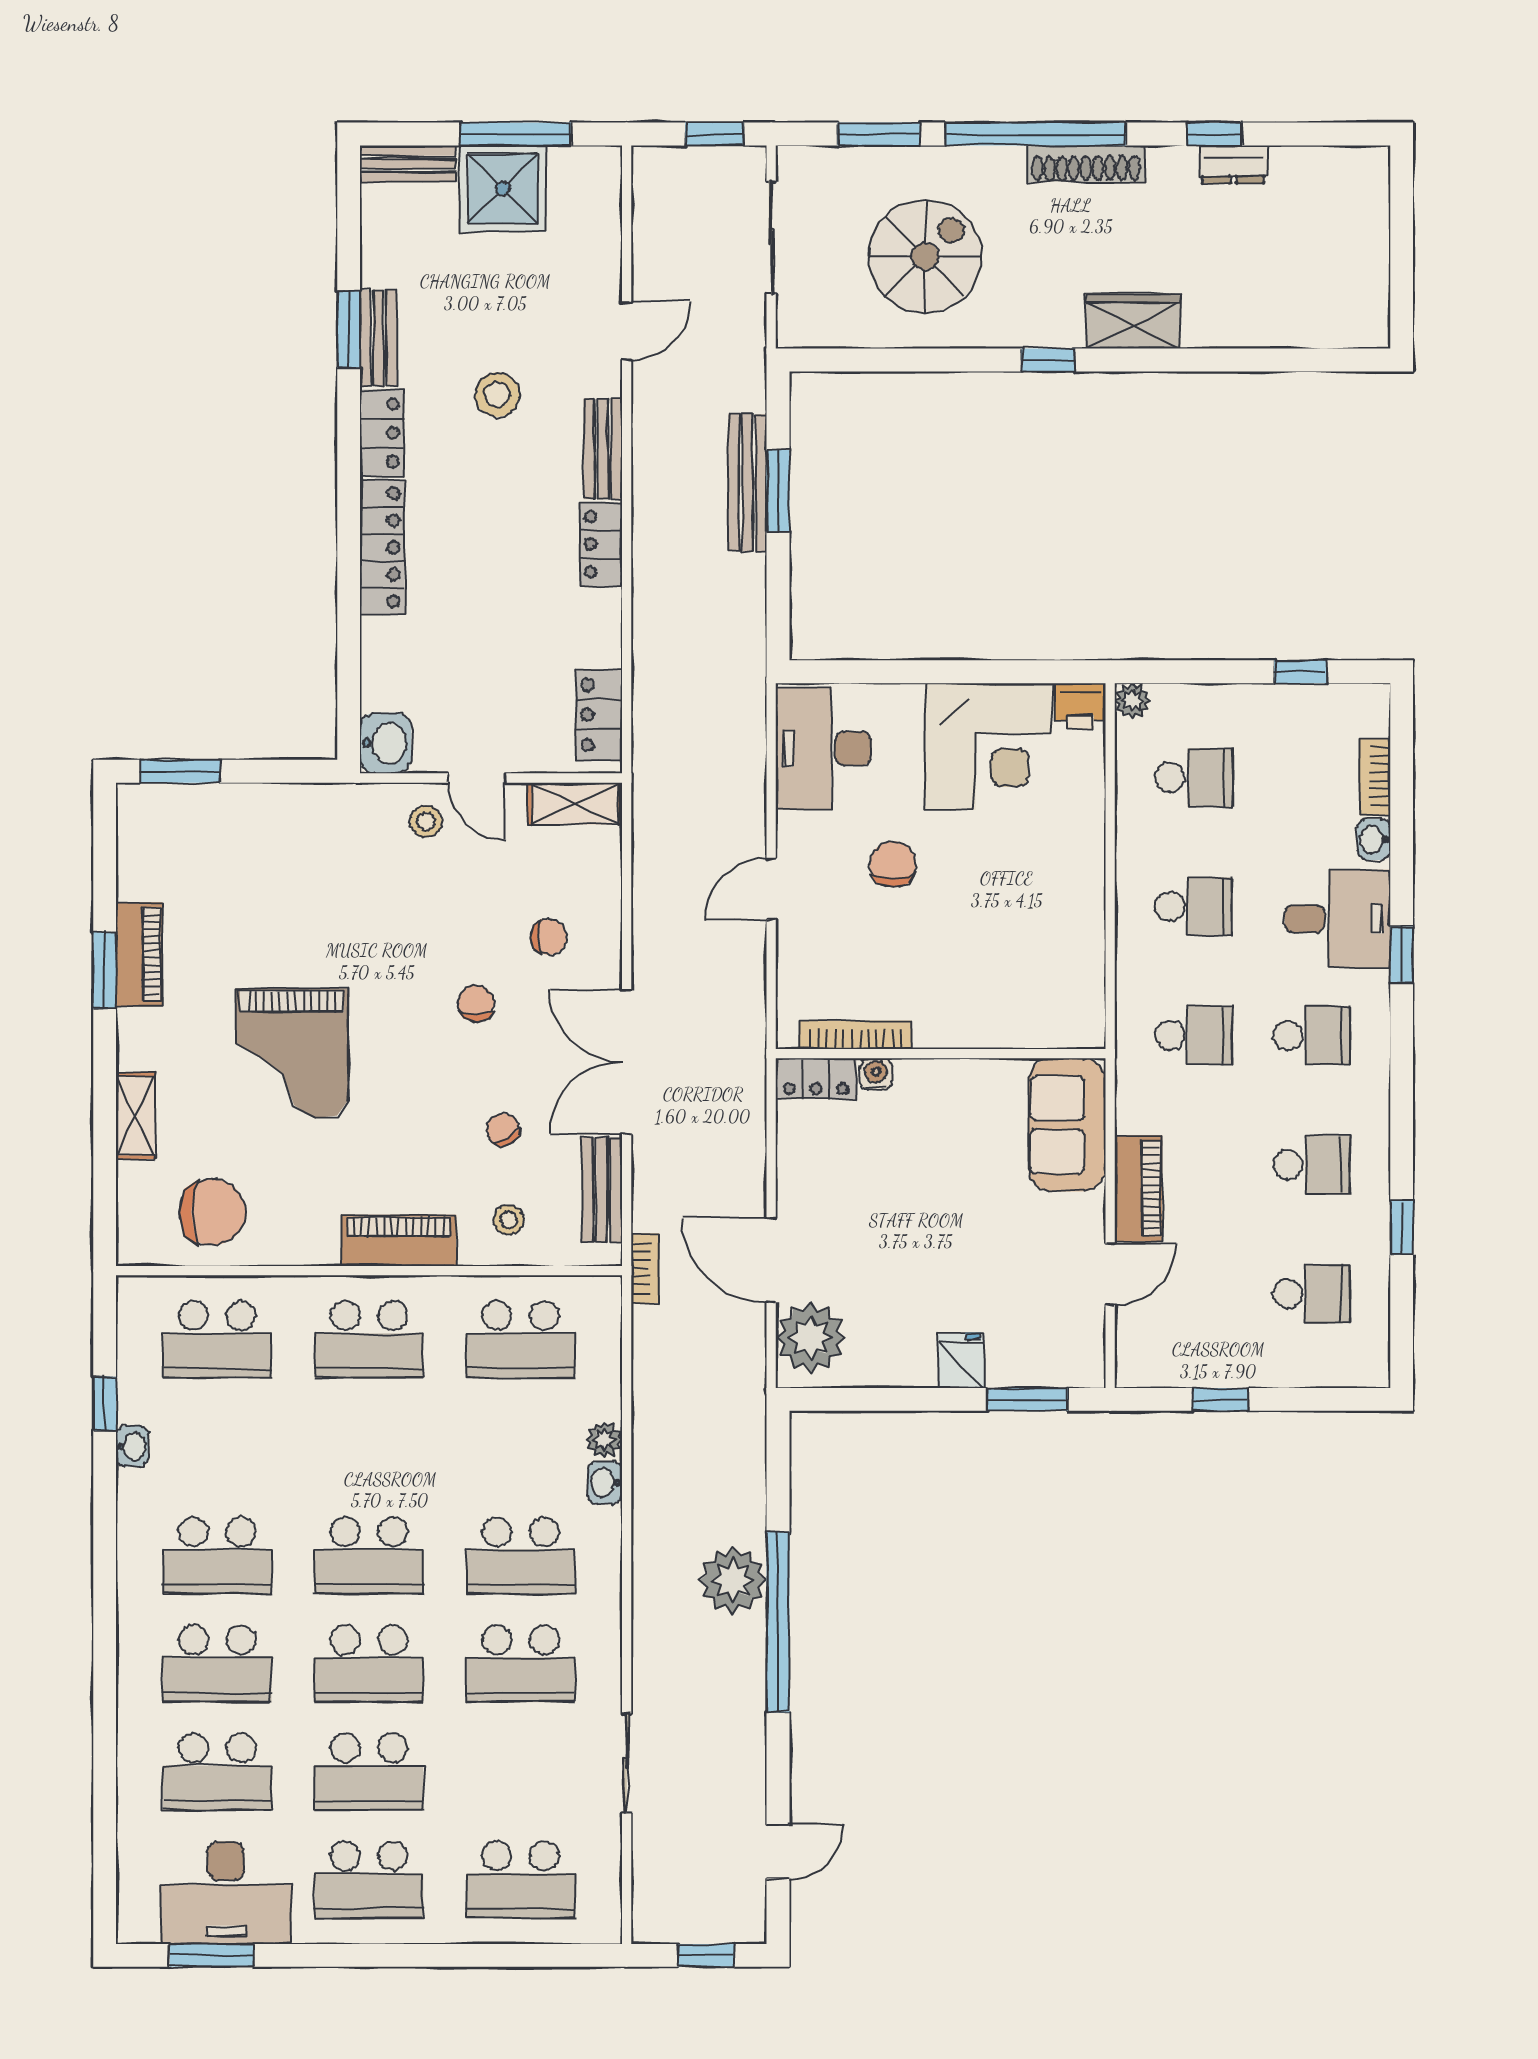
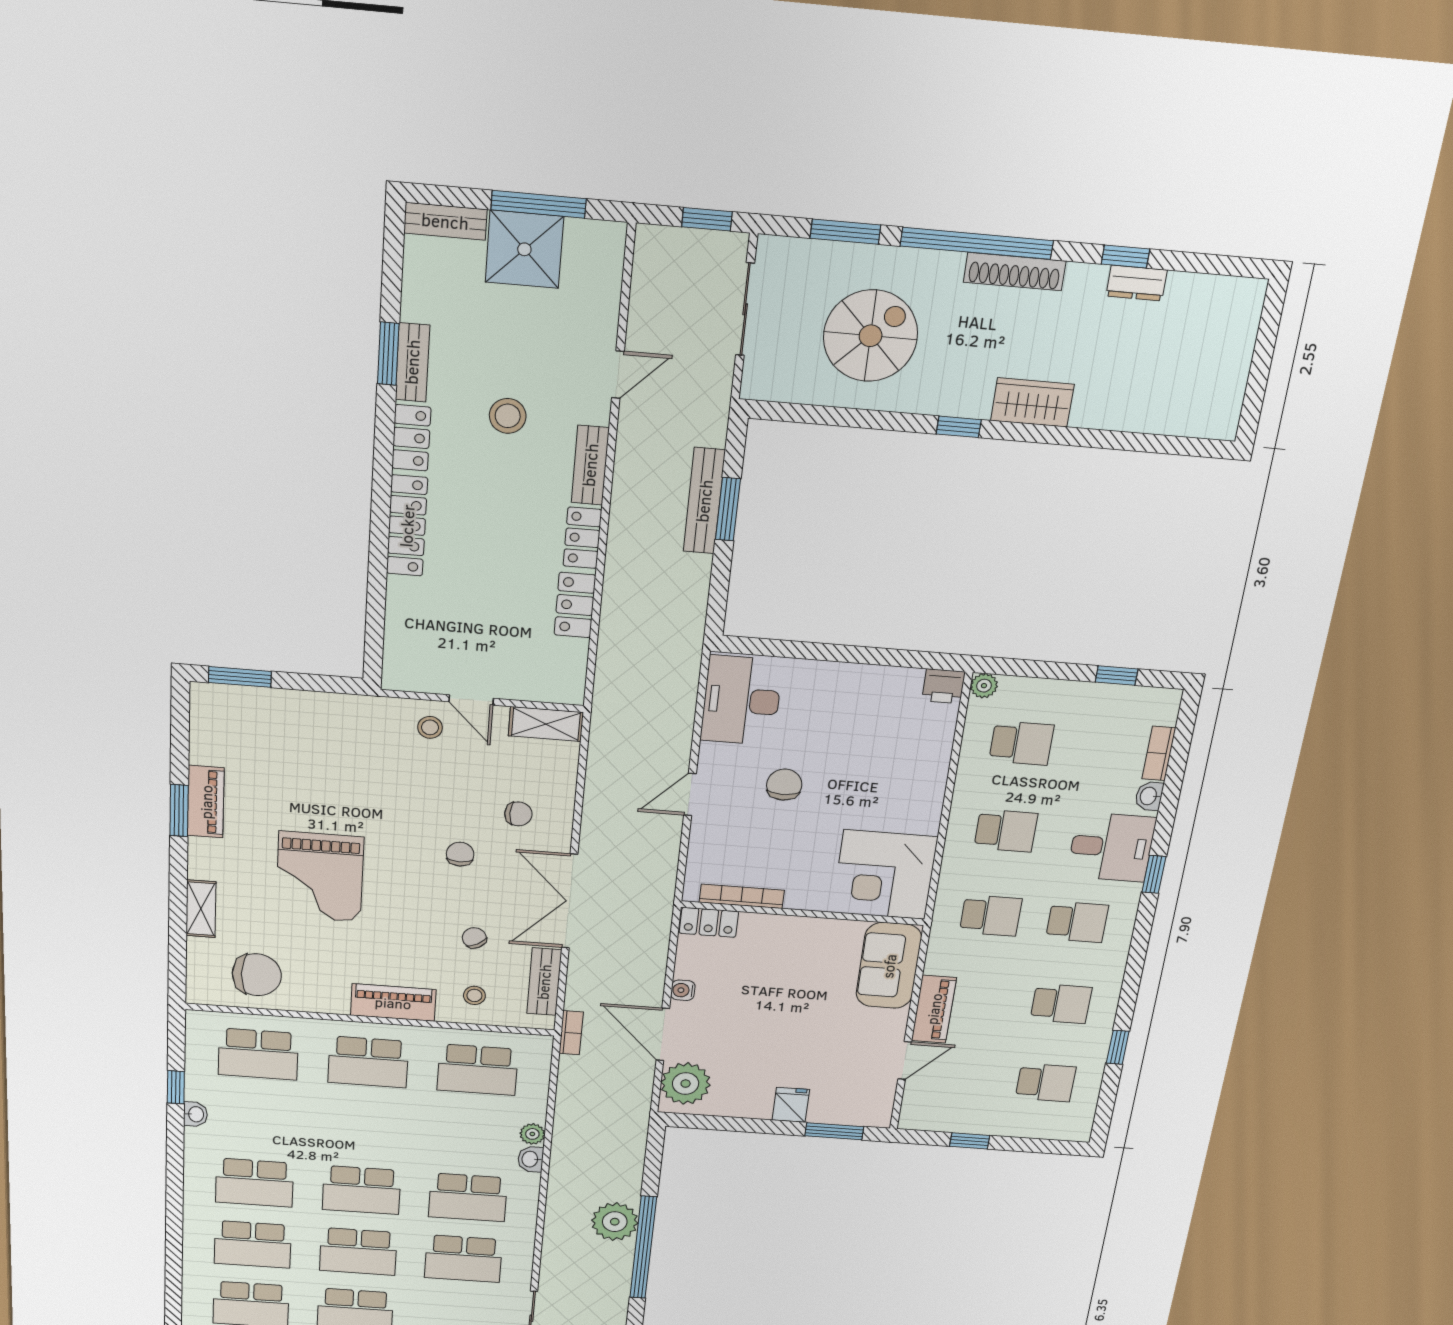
locker: (599, 715) -> (575, 605), moved
washbasin: (386, 743) -> (402, 670), removed
corner desk: (988, 746) -> (885, 875), moved, turned 90
water cooler: (876, 1074) -> (683, 990), moved, turned -90

